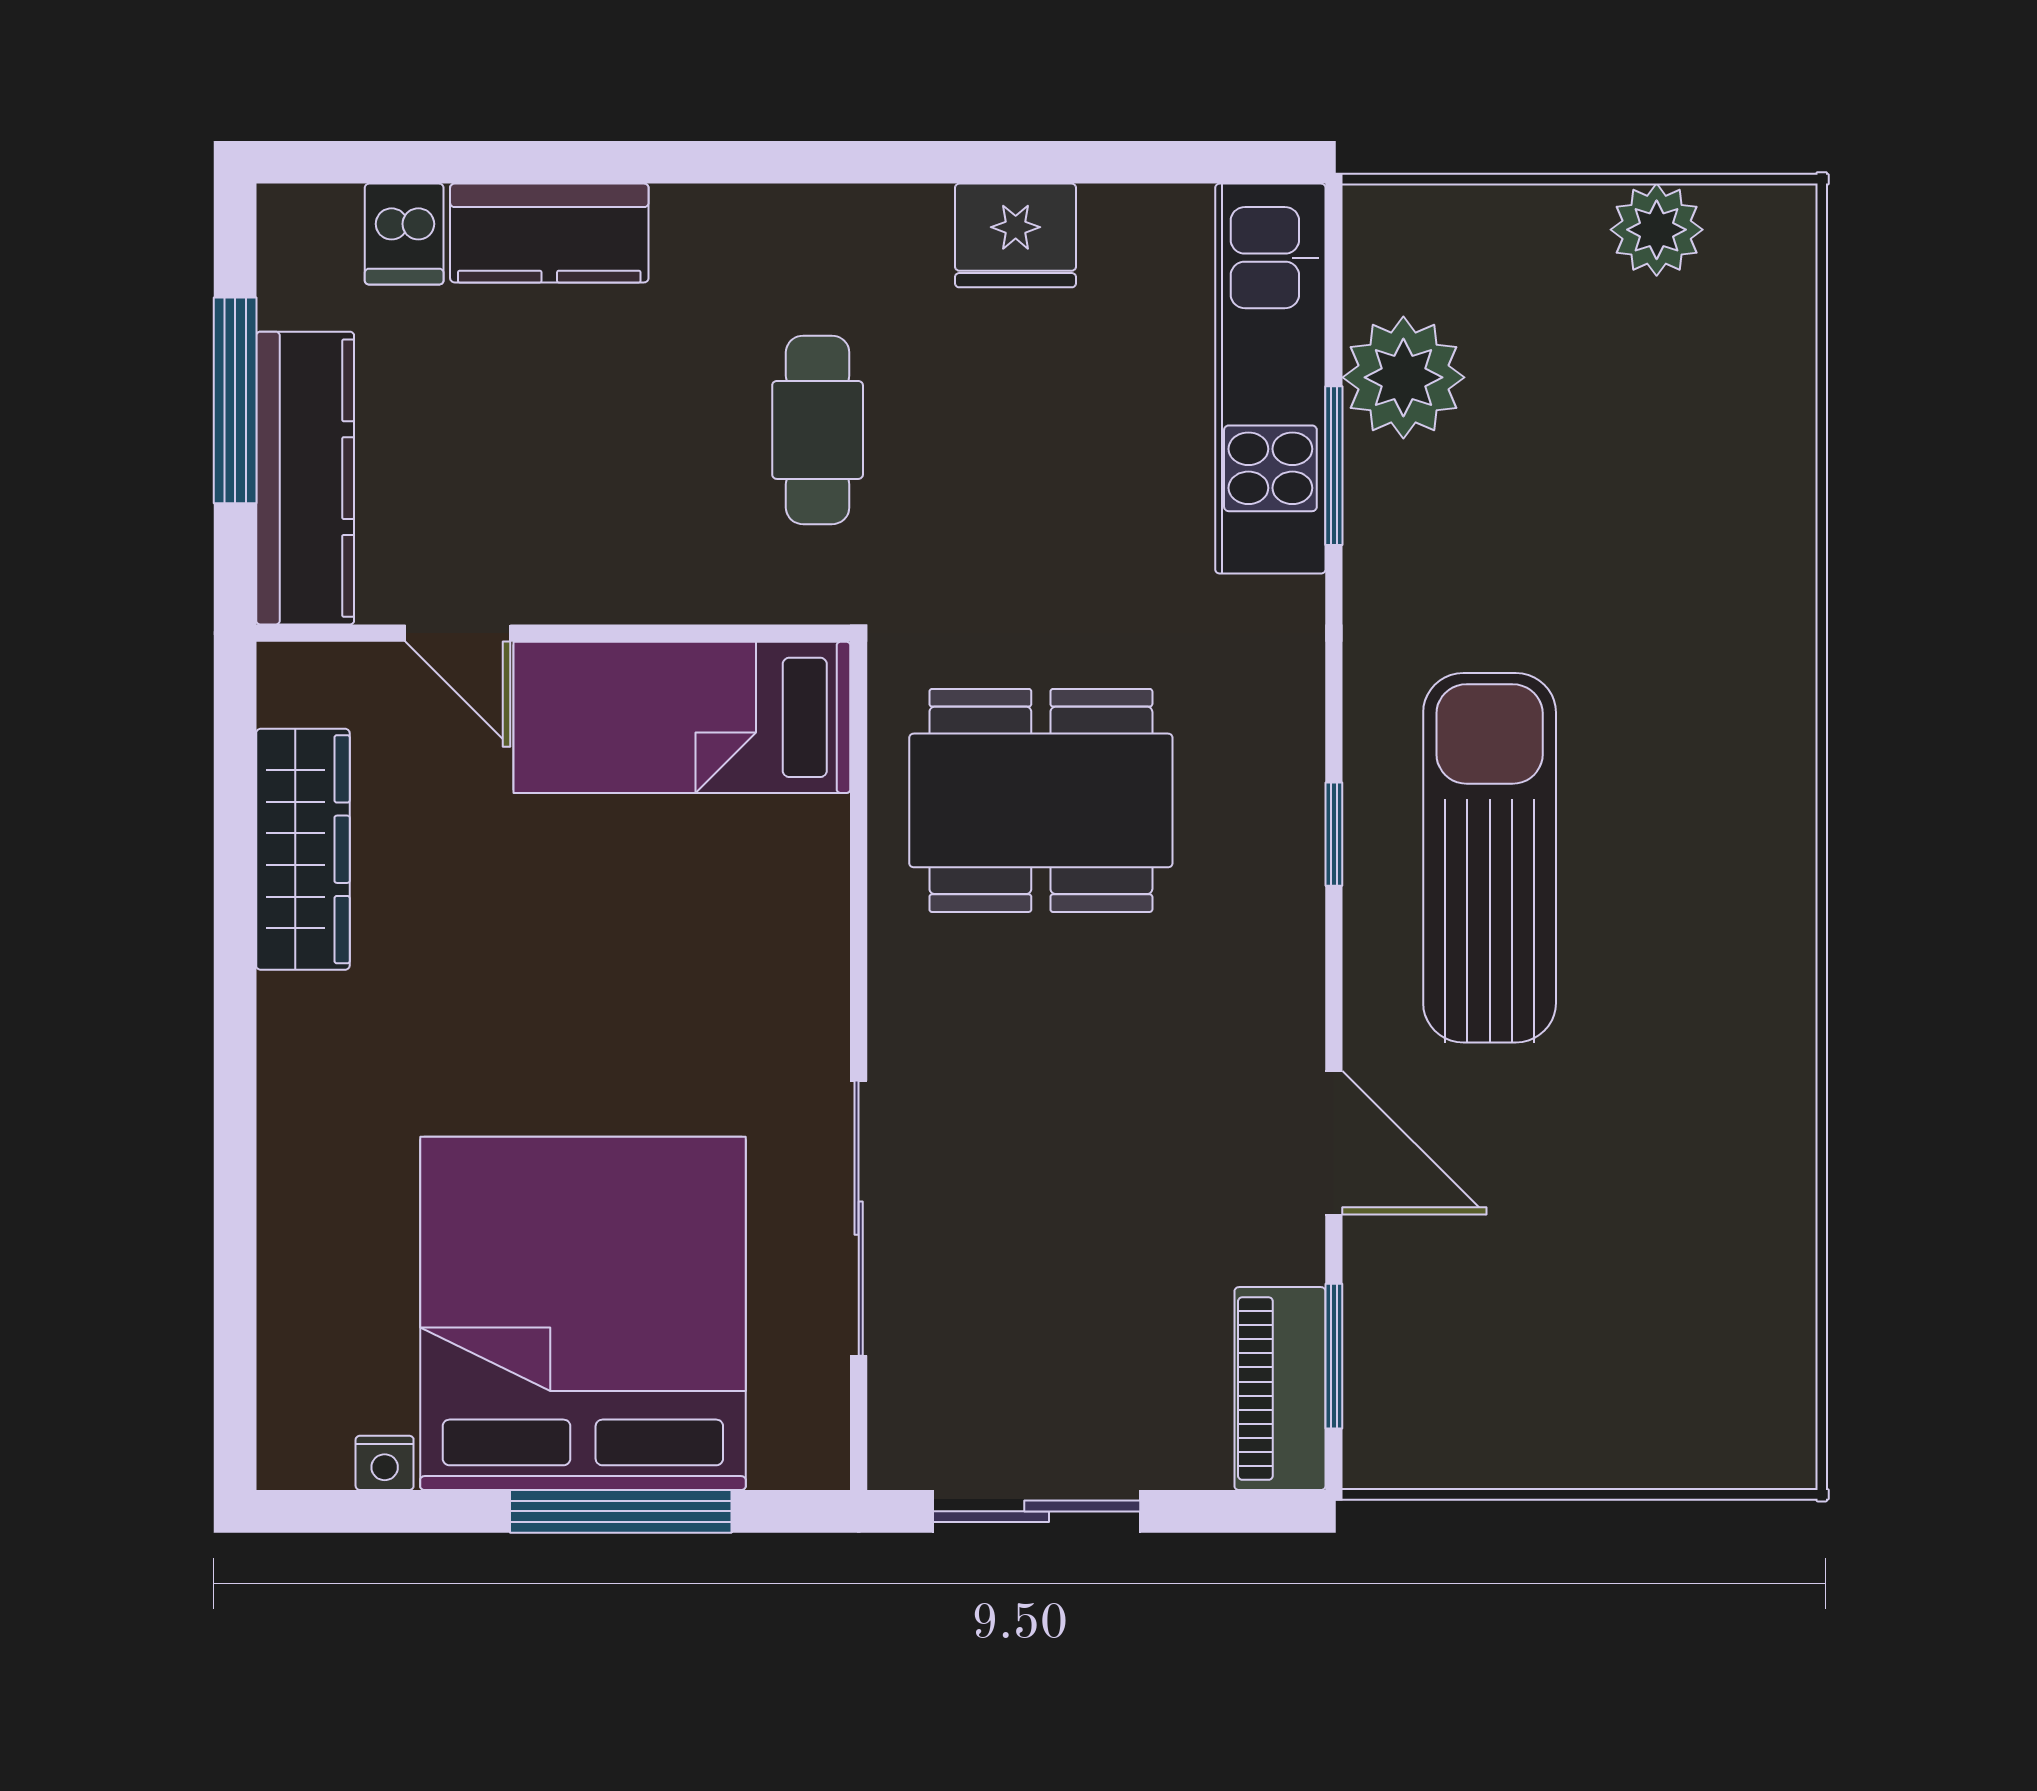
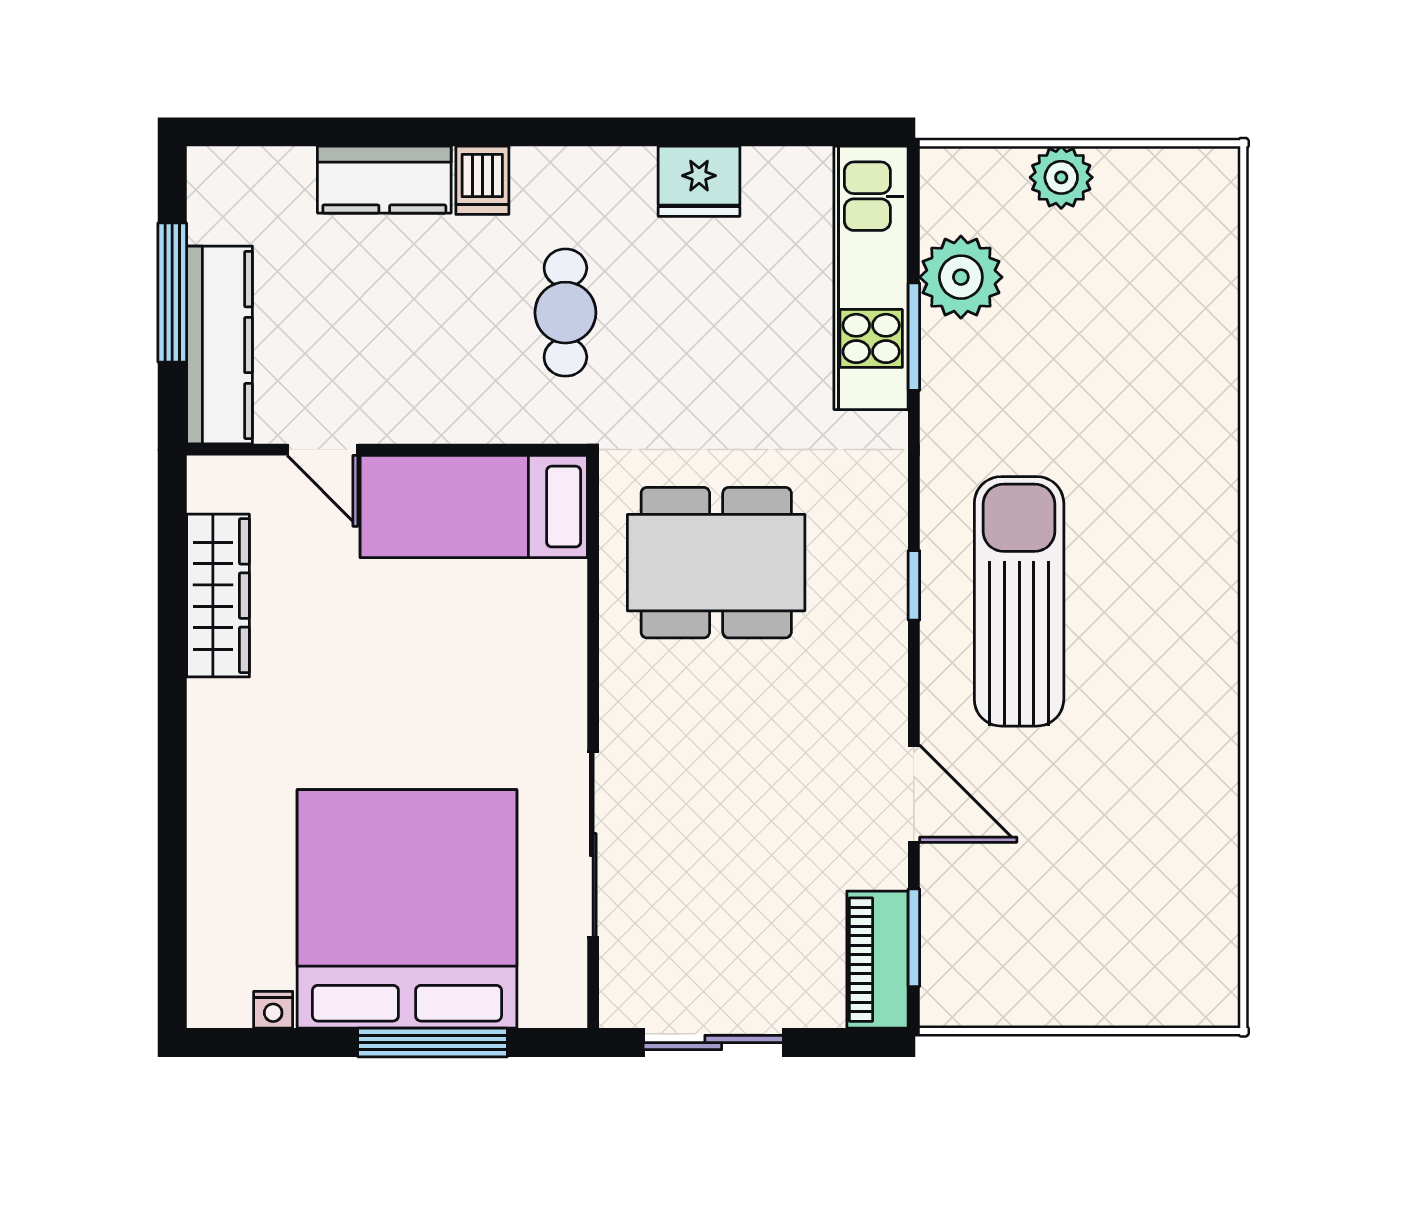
plant: (1657, 230) -> (1061, 177), moved
dishwasher: (404, 234) -> (482, 180), moved

